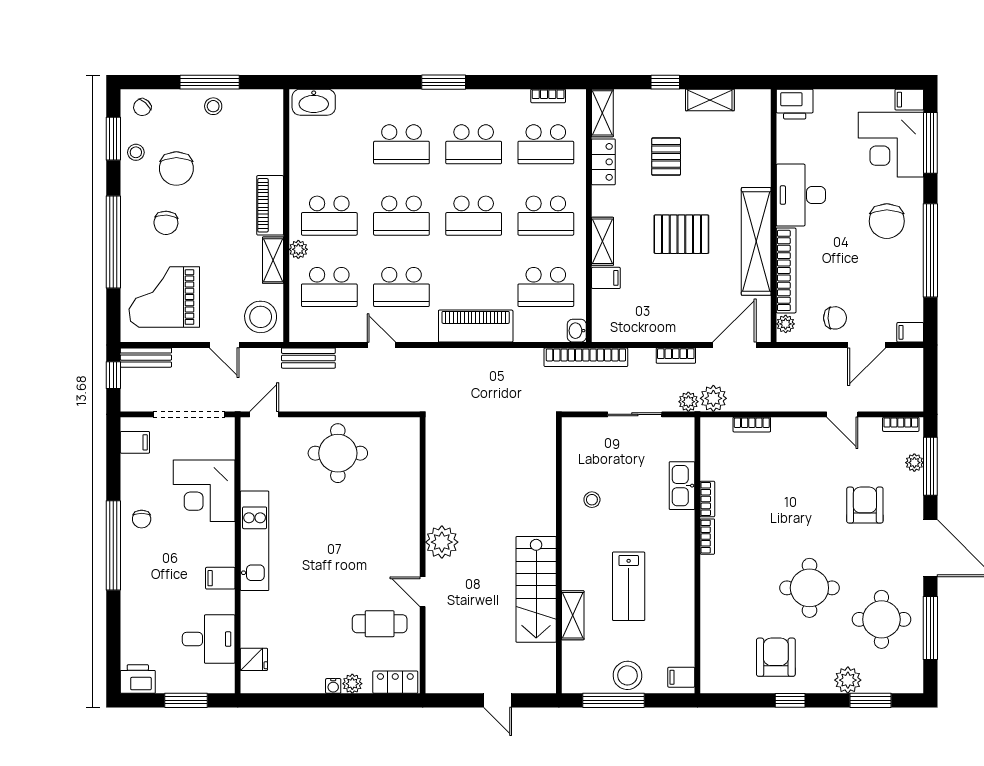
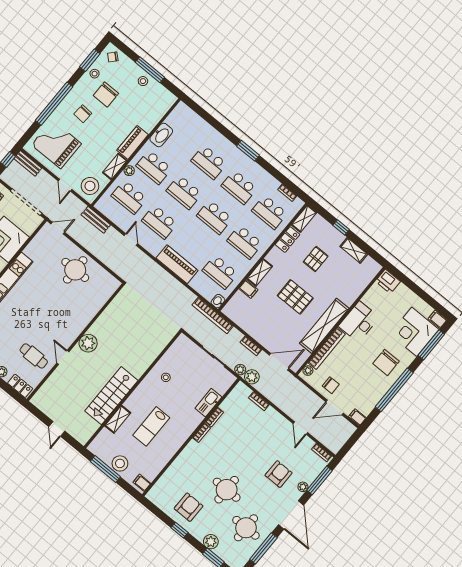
washbasin: (314, 102) -> (161, 135), moved, turned -90
plant: (914, 463) -> (303, 487), moved

